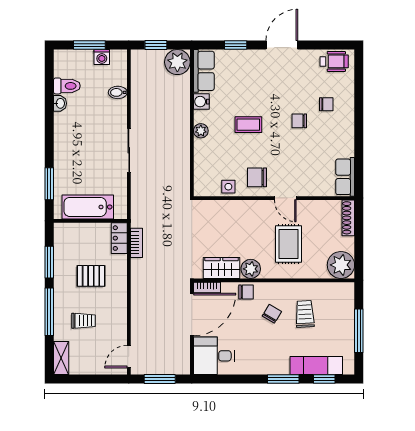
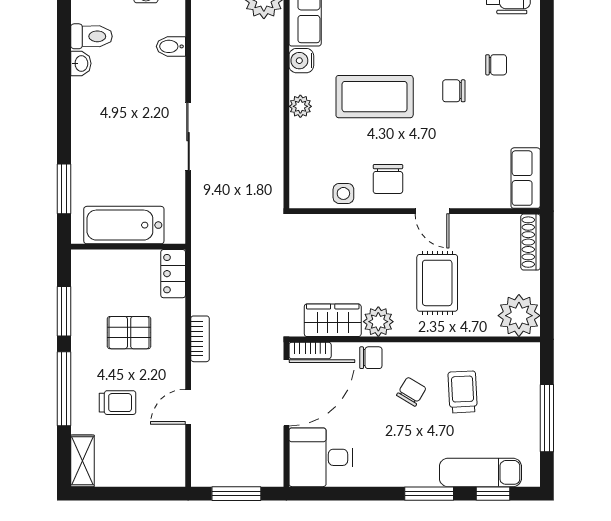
coffee table: (248, 125) -> (375, 97), width x1.86, depth x1.72
chair: (257, 177) -> (388, 179), turned -90
bookcase: (136, 243) -> (200, 339), moved
door: (129, 357) -> (188, 407), moved

